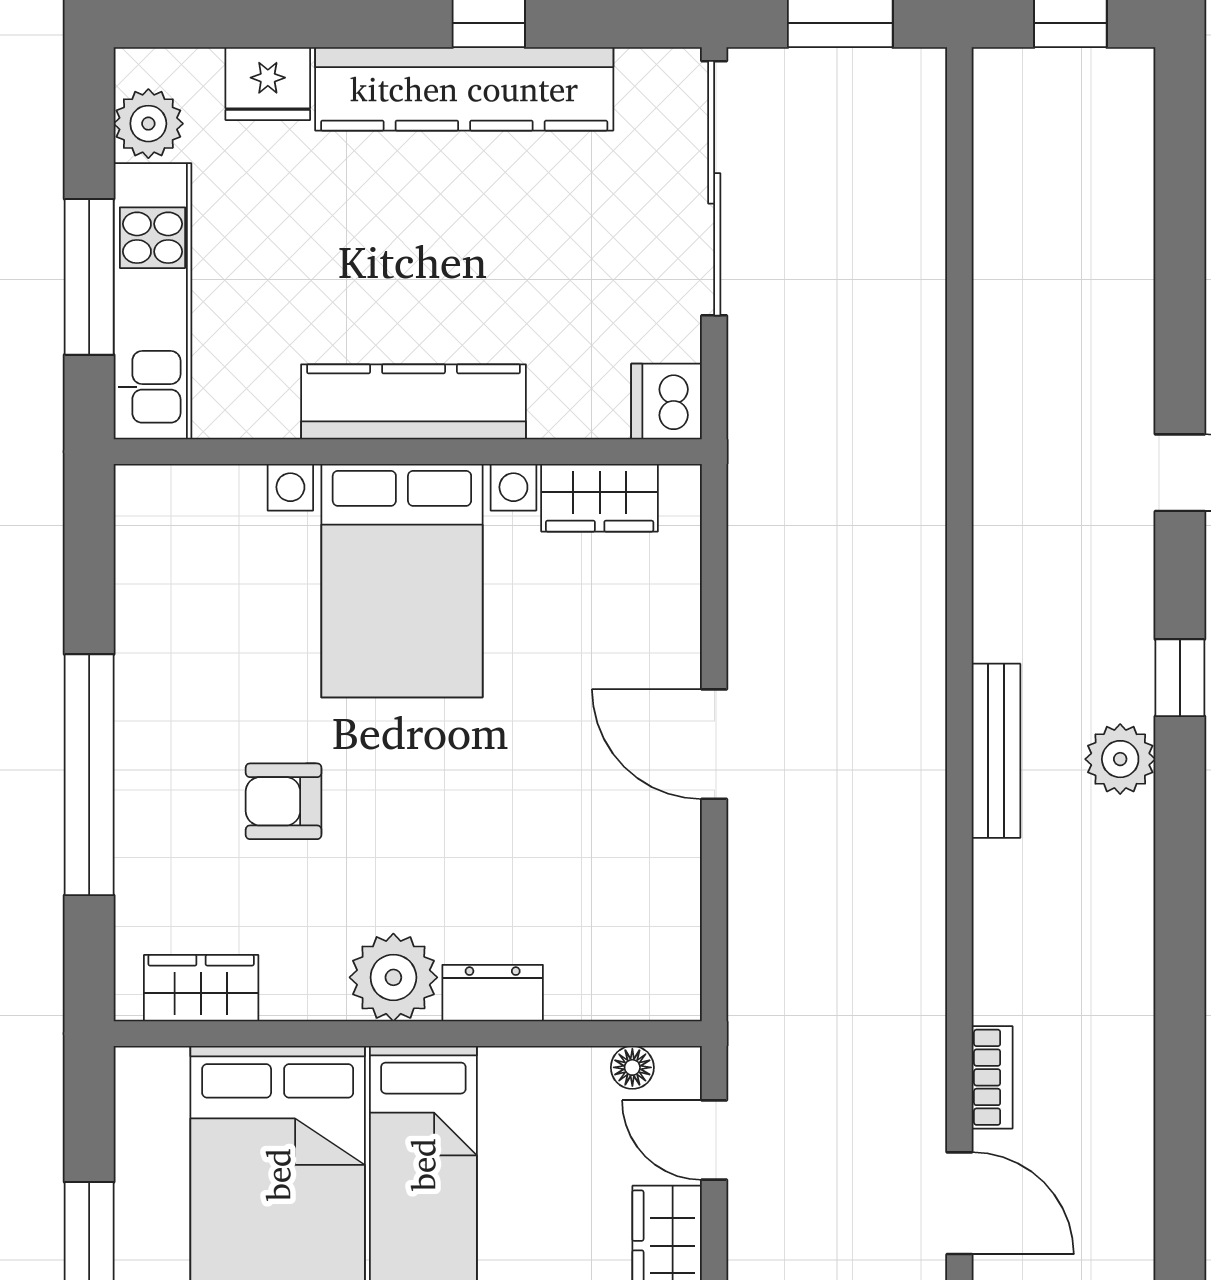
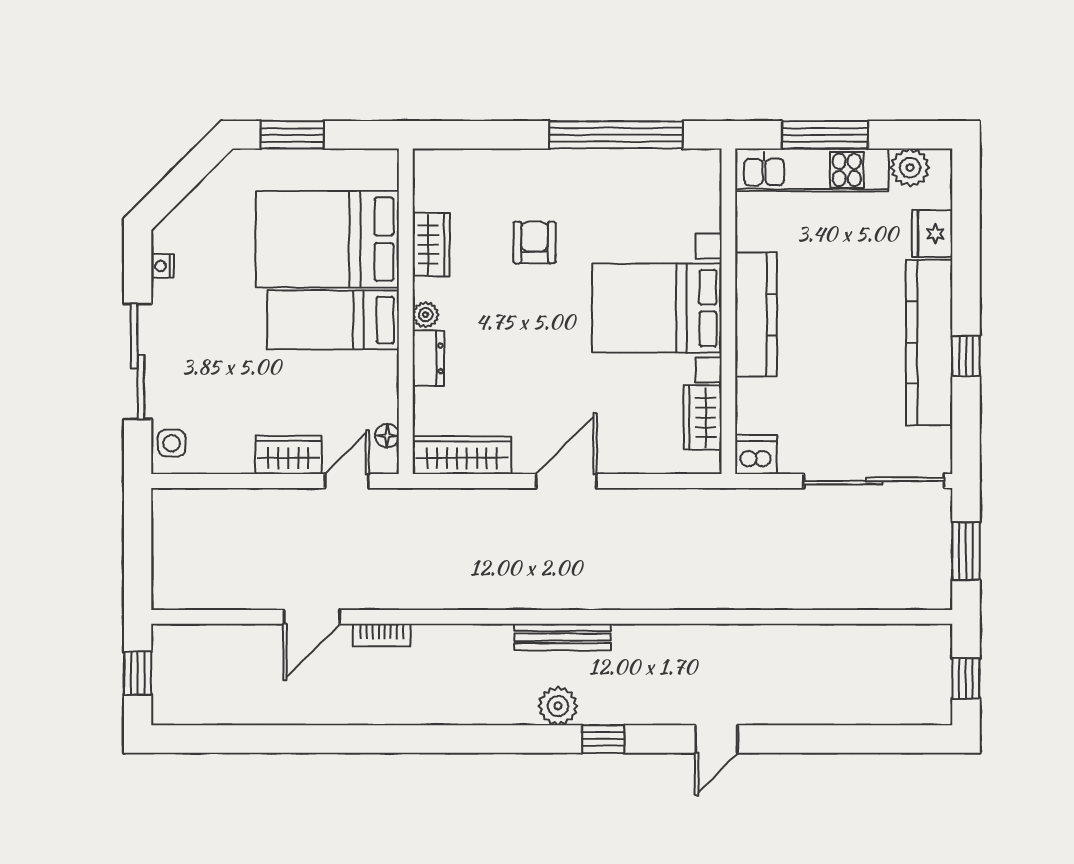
window: (89, 775) -> (616, 135), moved
wardrobe: (667, 932) -> (462, 455), added
plant: (393, 977) -> (426, 315), width x0.53, depth x0.53
wardrobe: (201, 988) -> (431, 244), moved

